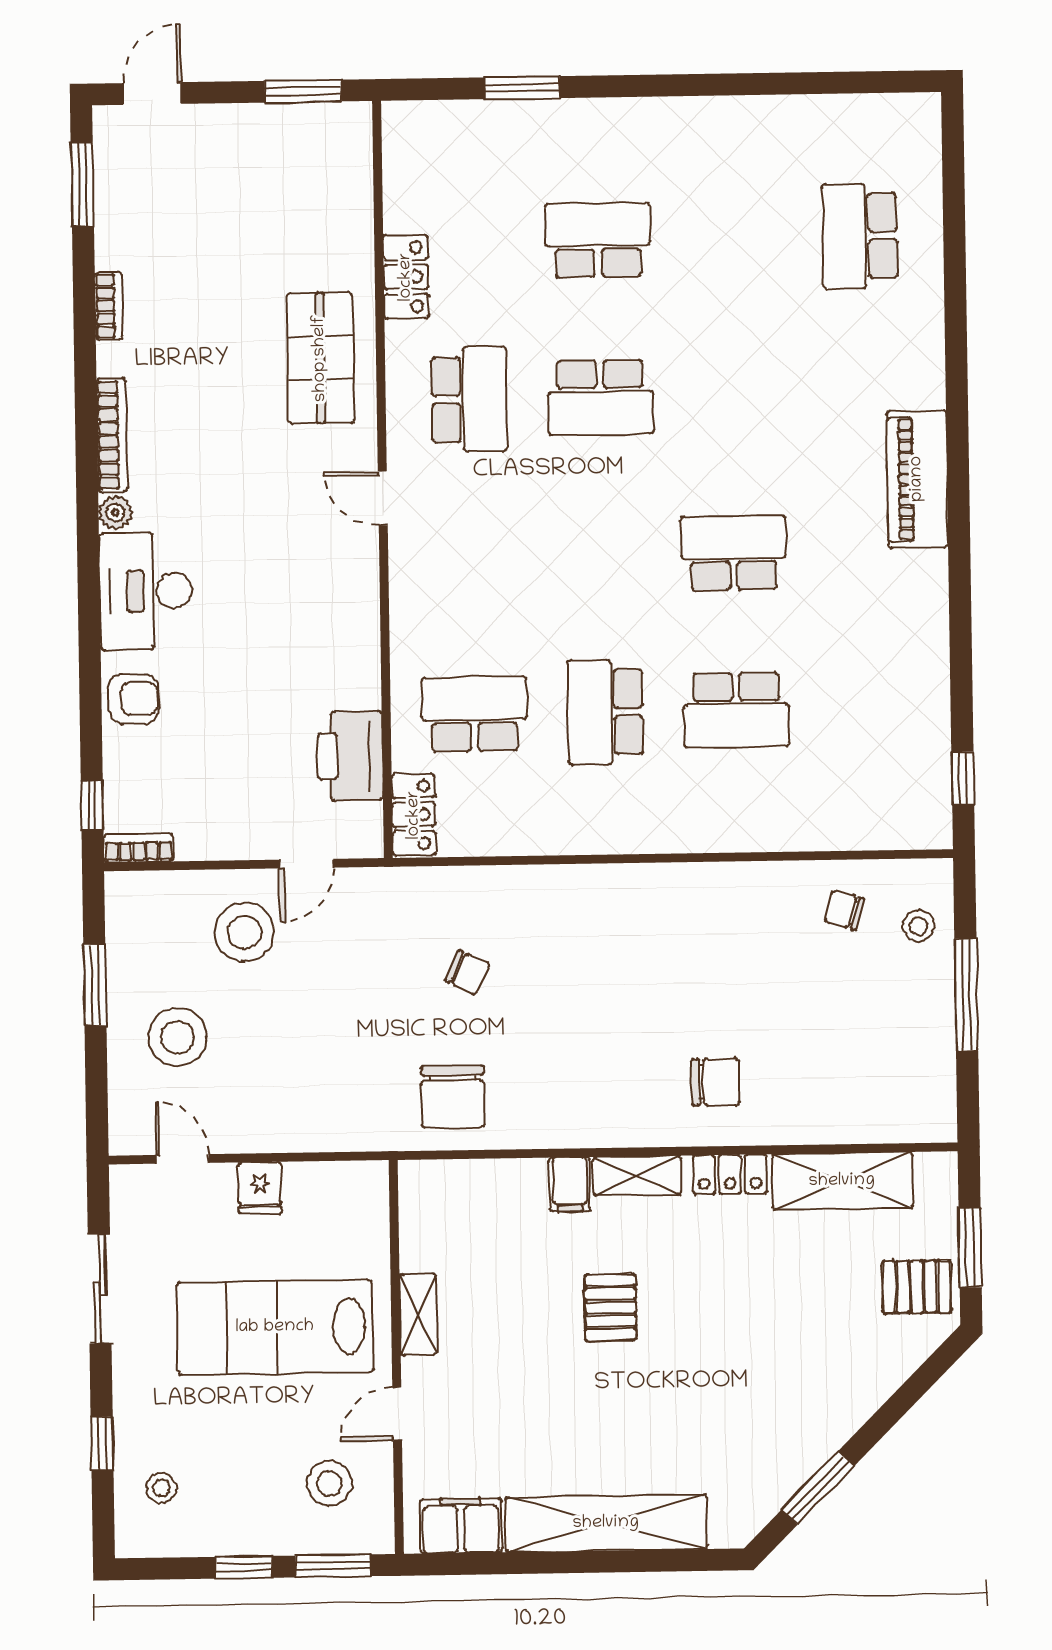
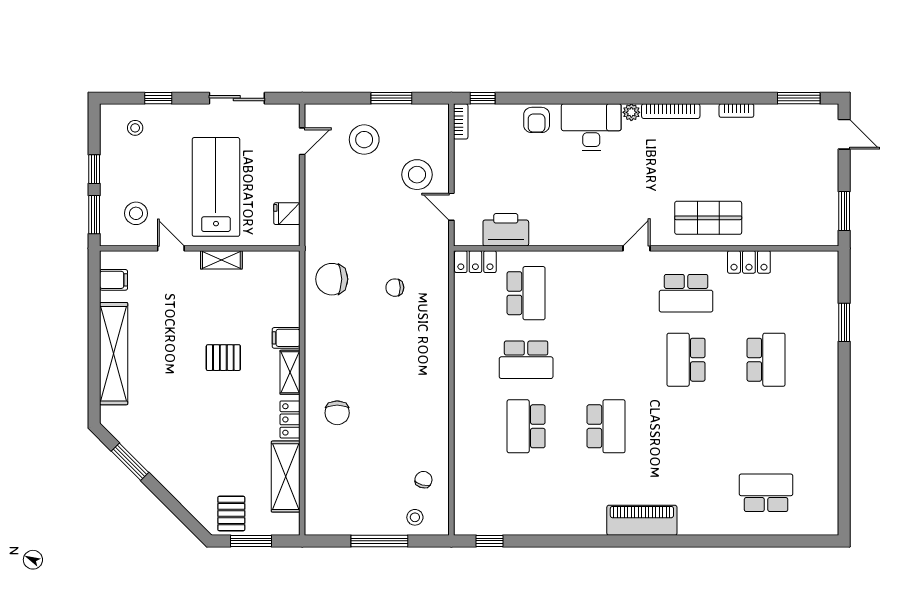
school desk: (605, 712) -> (526, 360), turned 180
chair: (467, 972) -> (395, 288), turned 64
fridge: (260, 1188) -> (287, 214), moved
filing cabinet: (461, 1526) -> (114, 280), width x0.50

